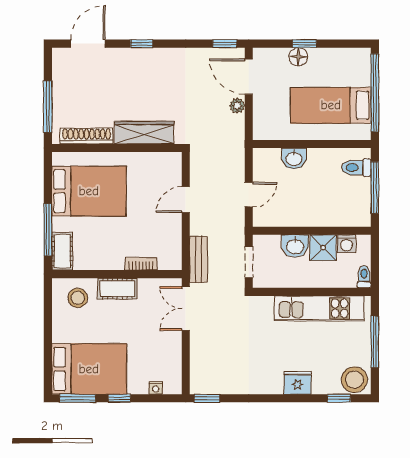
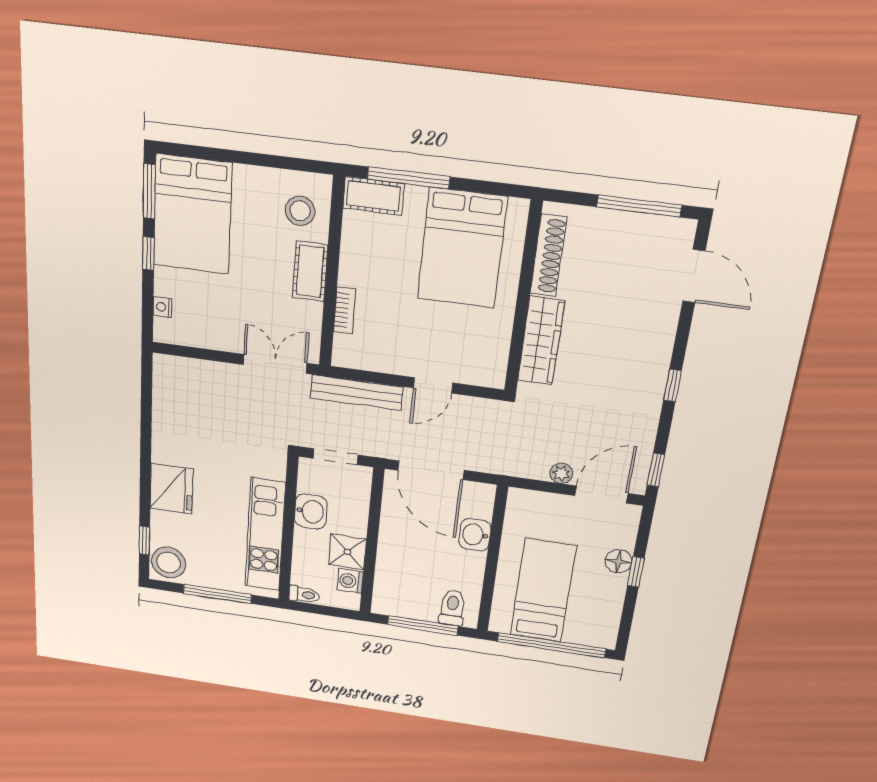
window: (142, 44) -> (672, 385), moved
window: (48, 107) -> (639, 206), moved
door: (249, 195) -> (431, 470), width x1.88
door: (186, 200) -> (433, 385), swing flipped
washbasin: (295, 246) -> (311, 511), moved, turned 180
bench: (198, 259) -> (357, 393), width x1.36
fridge: (298, 383) -> (171, 489), width x1.36, depth x1.34
window: (207, 398) -> (147, 375), removed

